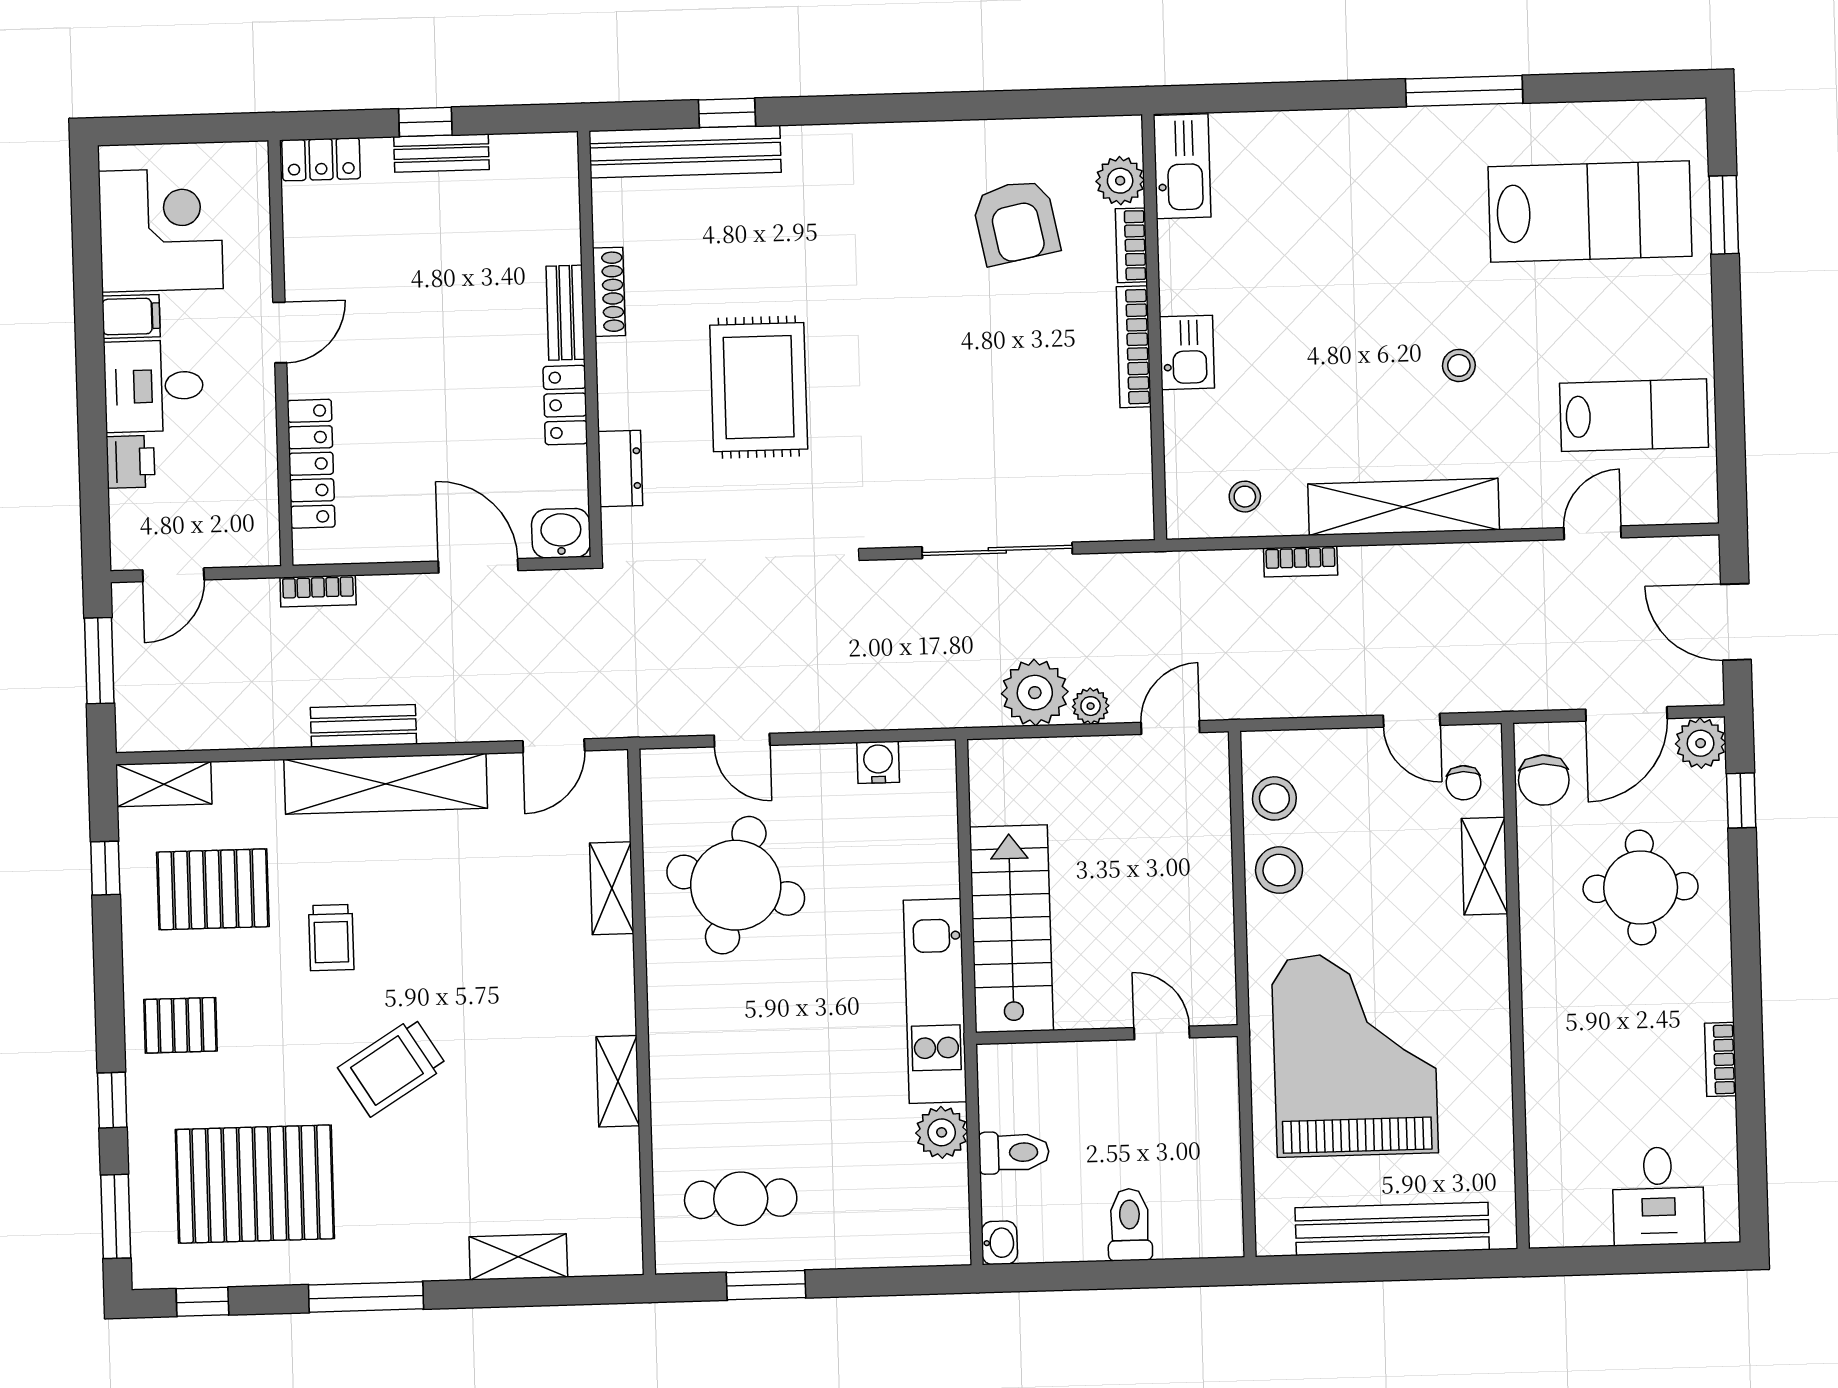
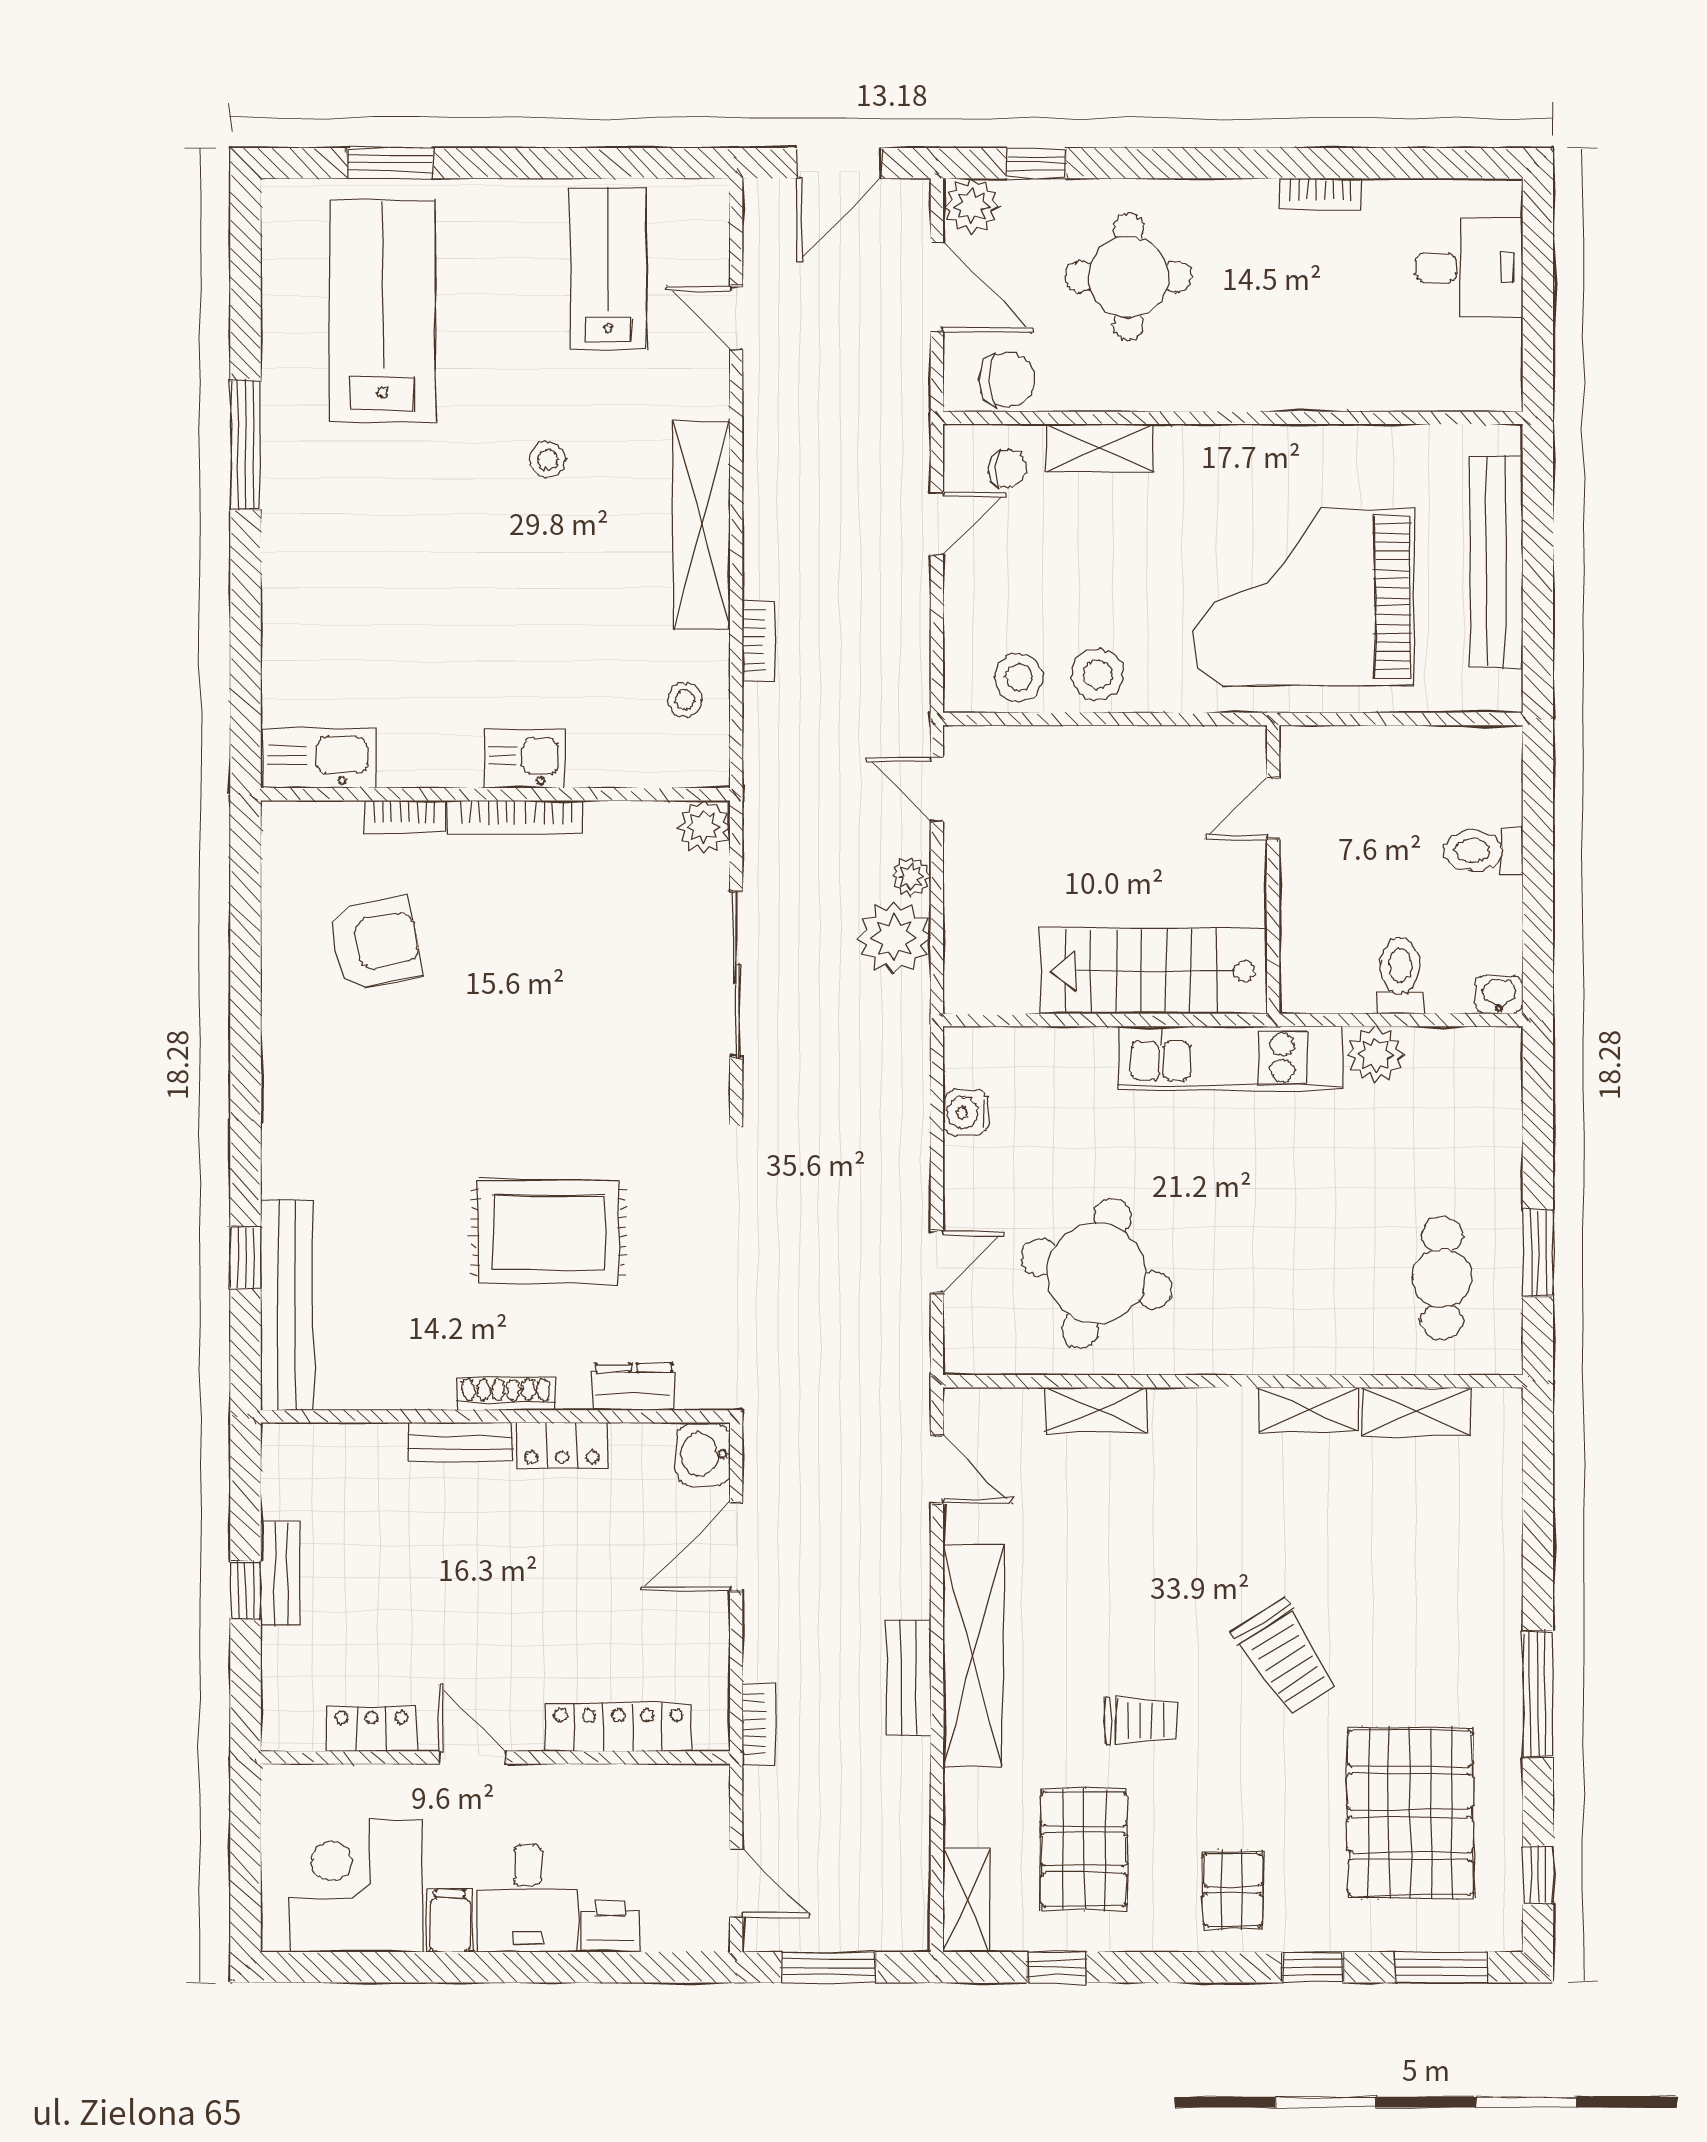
locker: (321, 159) -> (372, 1729), moved, turned -90
plant: (1120, 181) -> (703, 827), moved
shoe rack: (609, 292) -> (506, 1394), moved
shelving: (518, 1257) -> (1416, 1411), moved, turned 90

